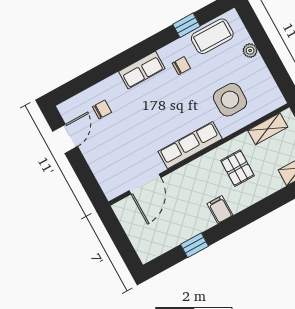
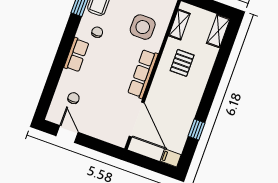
pallet: (237, 168) -> (182, 63), turned 90
door: (145, 184) -> (137, 119), width x1.36
filing cabinet: (220, 209) -> (171, 158), moved

